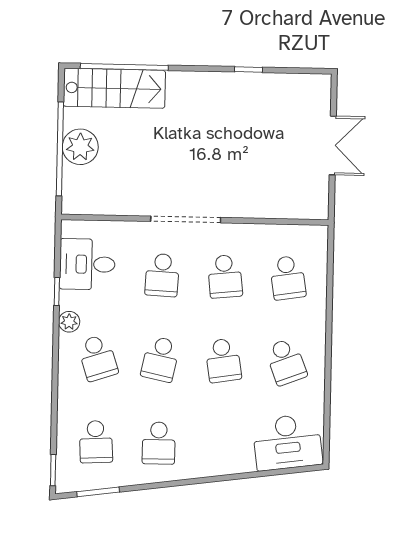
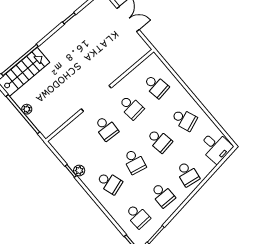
plant: (80, 147) -> (27, 109), width x0.53, depth x0.53
desk: (87, 264) -> (73, 150), removed
plant: (69, 322) -> (79, 170), moved
desk: (287, 442) -> (216, 147), width x0.73
school desk: (221, 444) -> (187, 174), added

